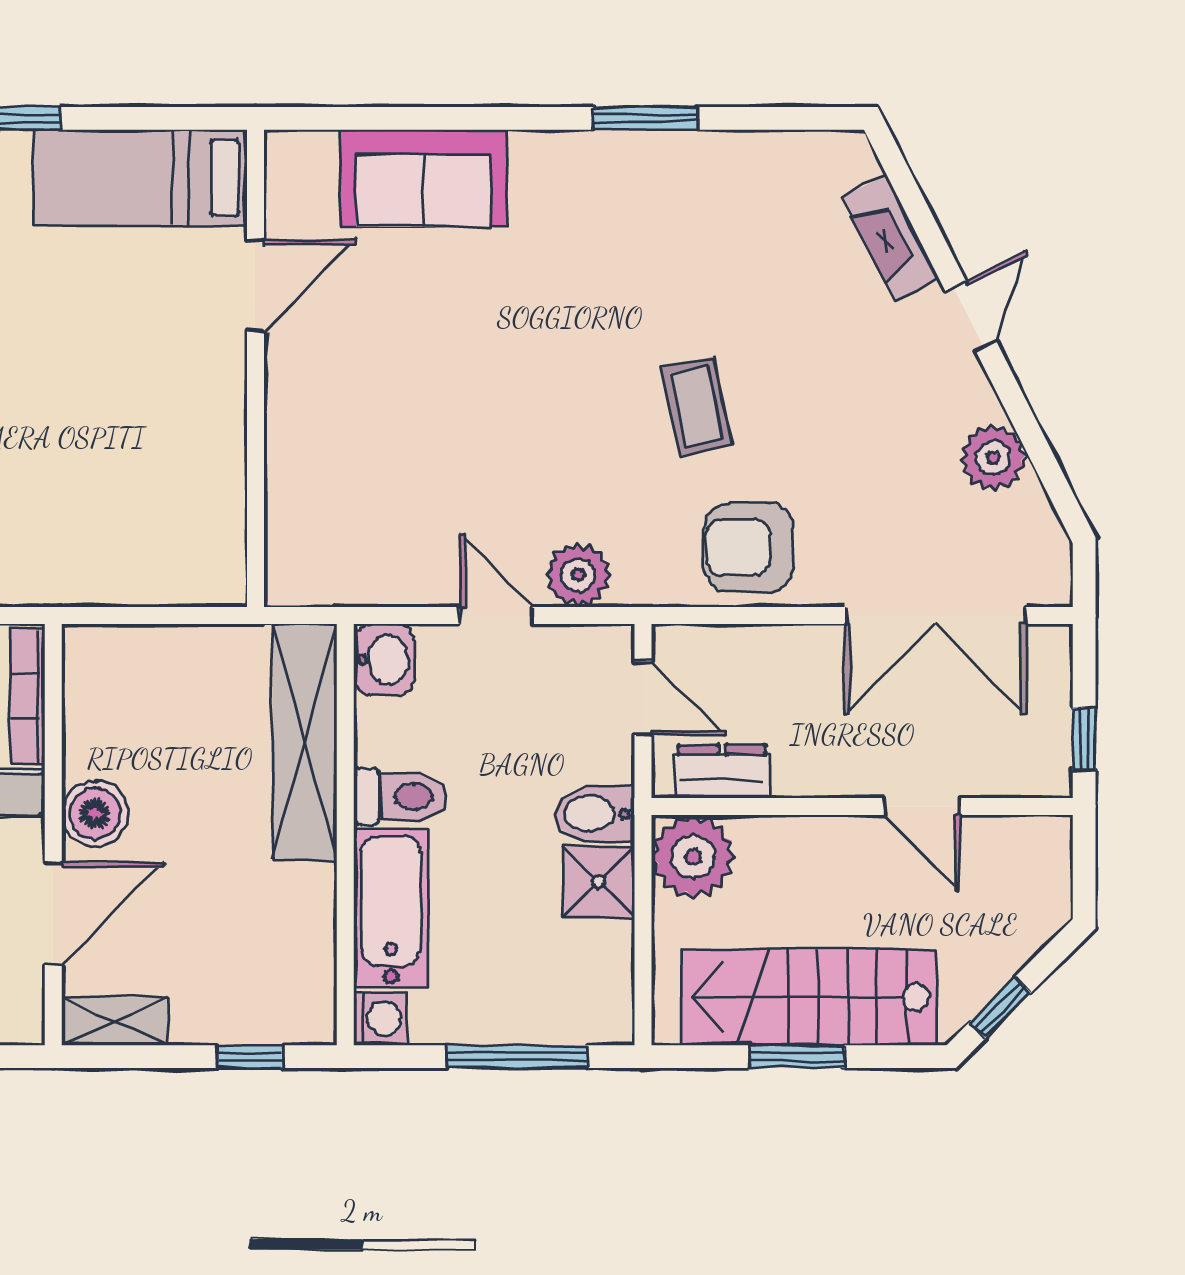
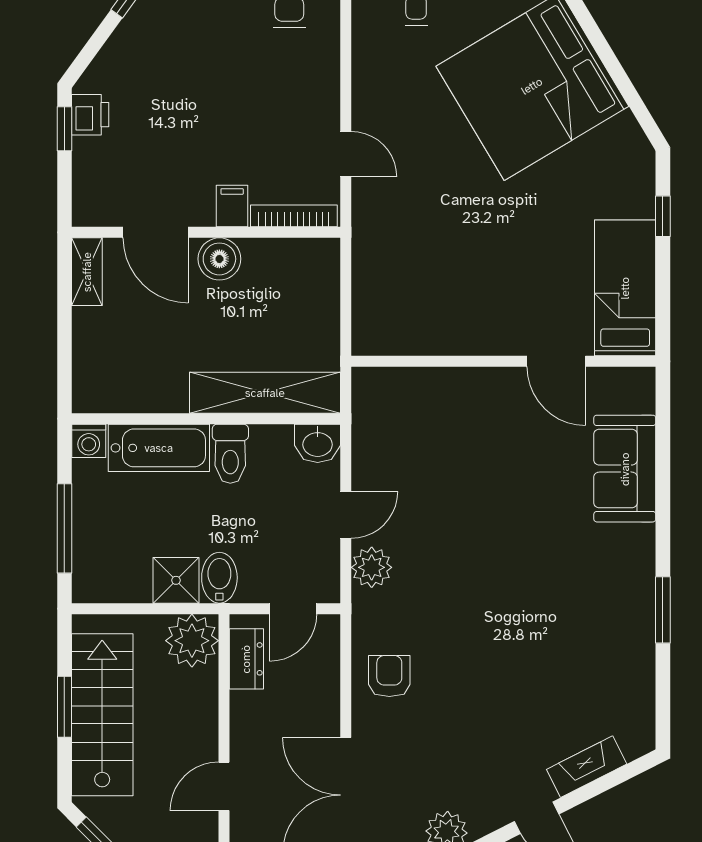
coffee table: (697, 406) -> (479, 643), removed
armchair: (749, 547) -> (389, 676), width x0.72, depth x0.72
window: (250, 1057) -> (64, 358), removed

